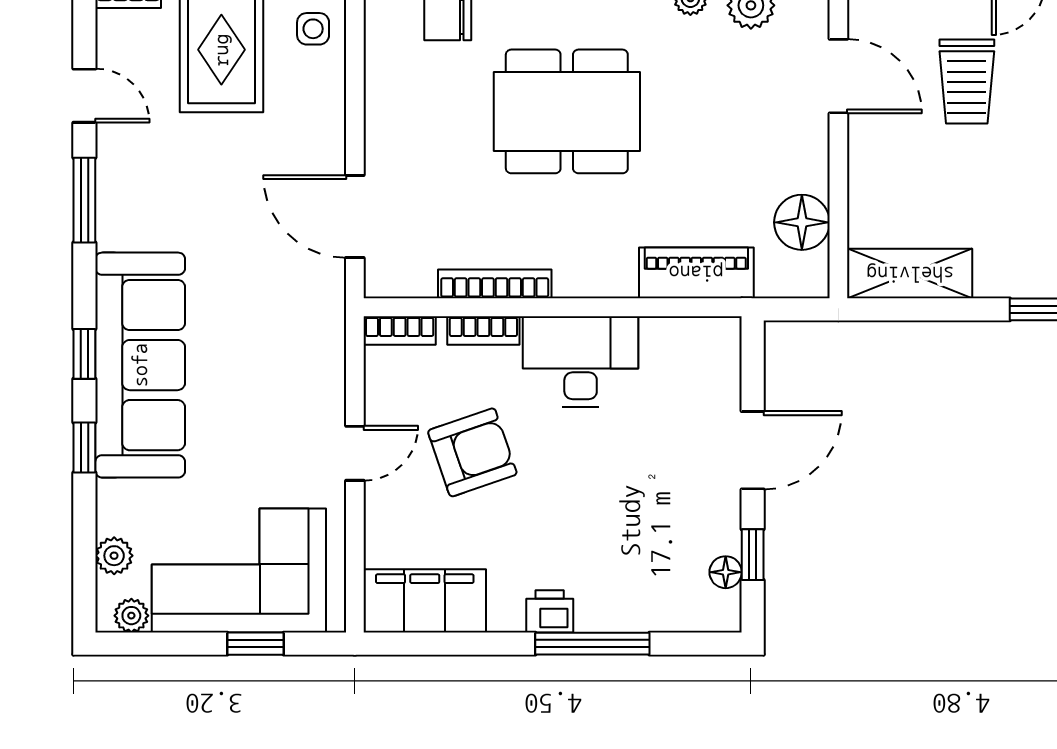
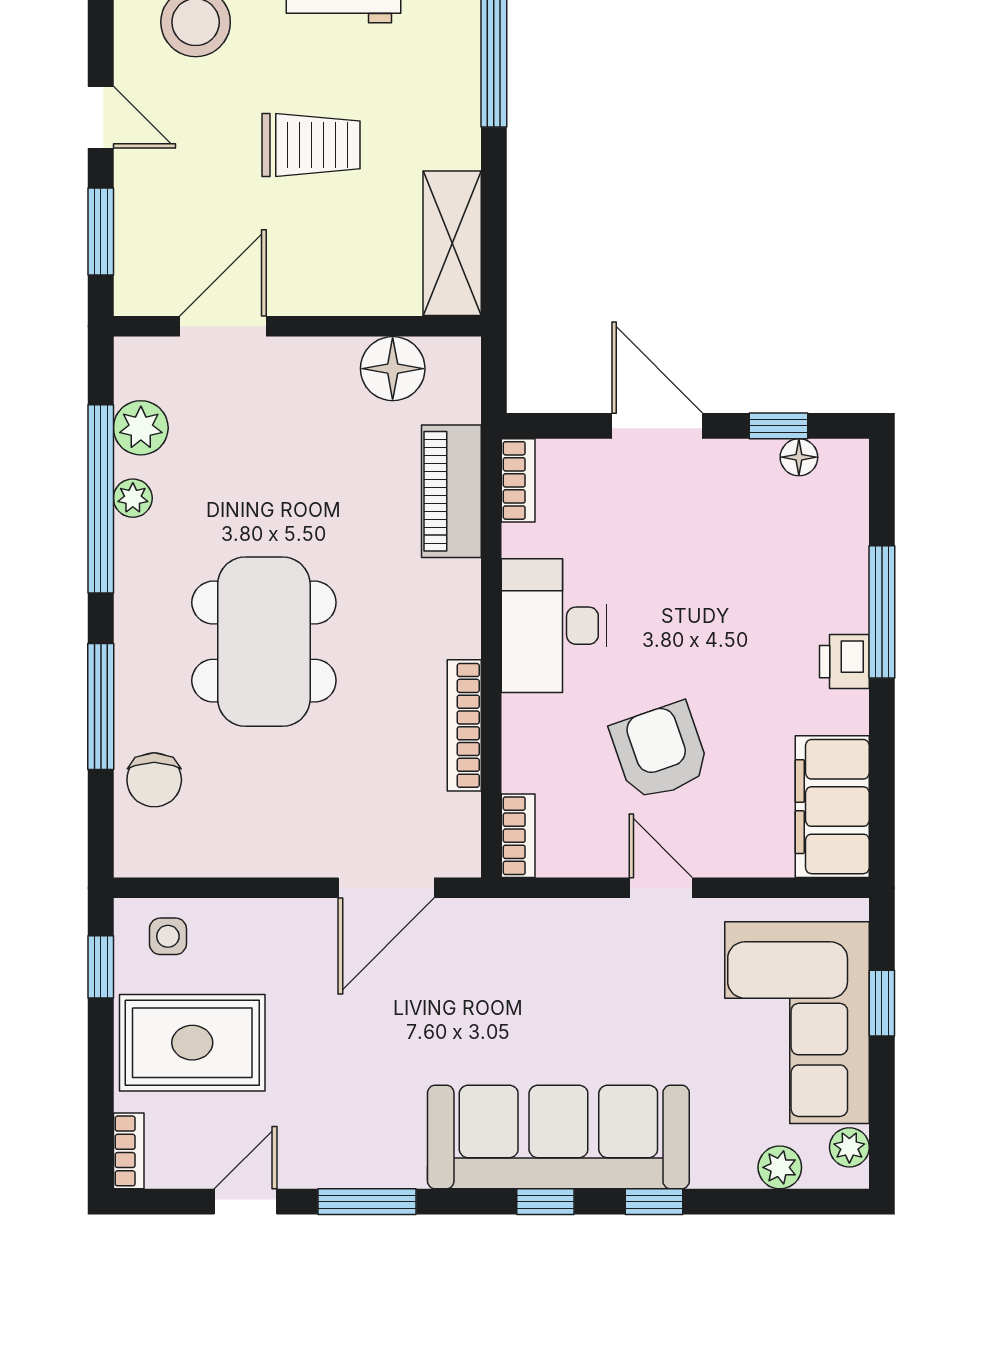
trolley: (967, 81) -> (311, 145), moved
bookcase: (483, 330) -> (518, 480), moved

